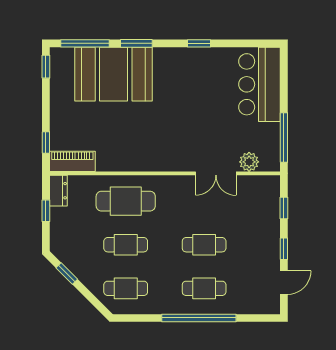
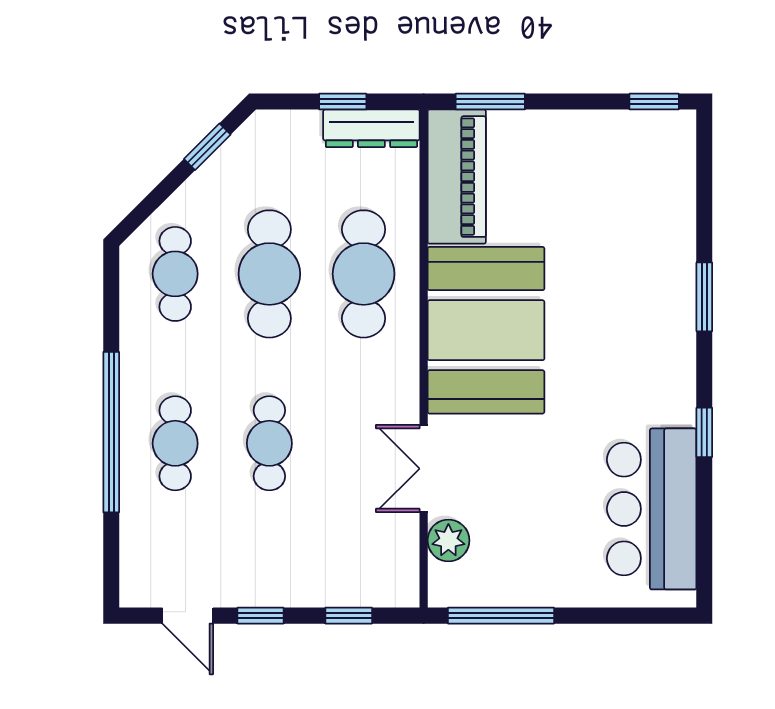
window: (85, 43) -> (704, 186), removed
booth: (114, 74) -> (486, 330), moved
bar counter: (260, 84) -> (652, 509), moved, turned -90
window: (46, 142) -> (490, 102), width x1.50
piano: (72, 161) -> (457, 177), width x1.37, depth x1.33
dresser: (58, 191) -> (371, 128), width x1.44
cafe table: (126, 245) -> (269, 274), width x1.37, depth x1.35

